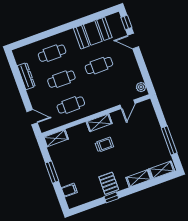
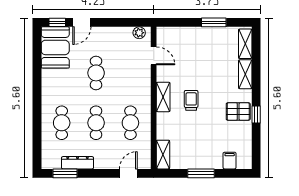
booth: (93, 33) -> (55, 47), moved
window: (15, 69) -> (65, 173), added
window: (169, 140) -> (214, 22), width x0.69

